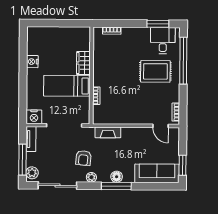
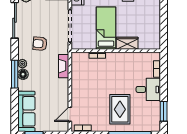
desk: (163, 40) -> (148, 89), moved
plant: (91, 177) -> (22, 64), moved

